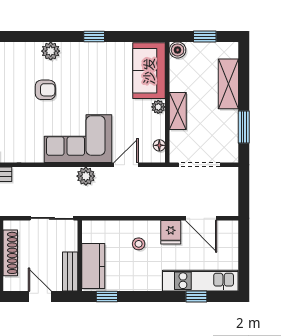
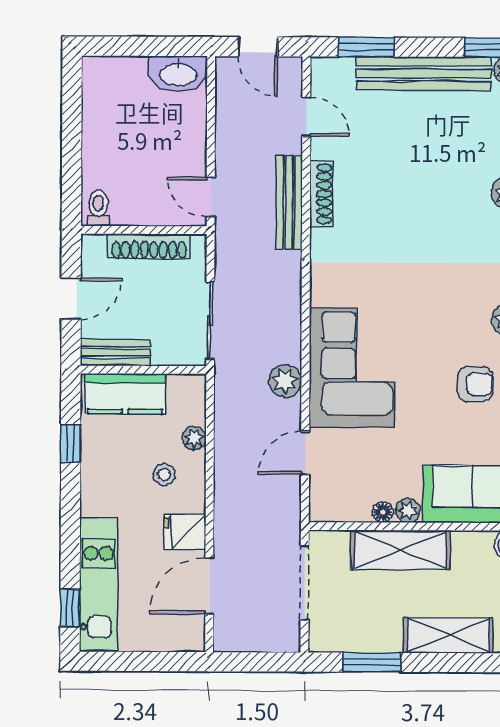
armchair: (45, 90) -> (475, 384), moved, turned -90
shelving: (178, 111) -> (401, 550), width x1.50, depth x1.33
floor lamp: (159, 145) -> (383, 512), moved
door: (126, 165) -> (305, 453), swing flipped
plant: (118, 227) -> (194, 438), added
window: (107, 297) -> (71, 444), moved
window: (196, 297) -> (70, 608), moved

